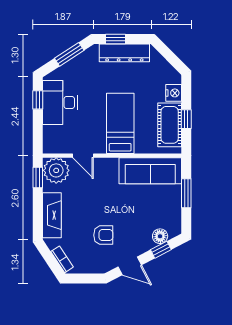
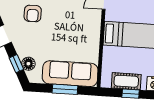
cot: (170, 125) -> (126, 81), width x0.73, depth x0.75
sofa: (150, 171) -> (70, 74), moved, turned 90

